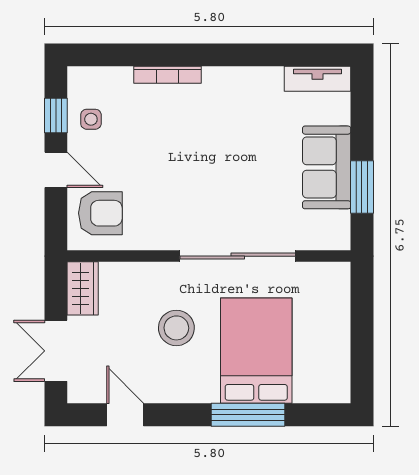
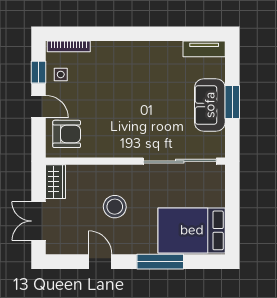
bookcase: (167, 75) -> (69, 46), moved
window: (362, 187) -> (232, 102), moved
sliding door: (238, 256) -> (180, 161), moved
bed: (256, 351) -> (192, 230), moved, turned -90
door: (125, 415) -> (100, 262), moved

